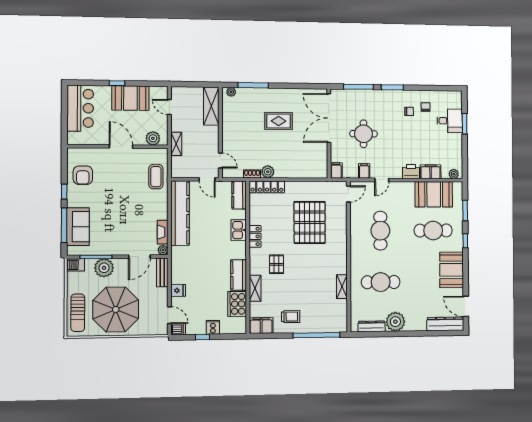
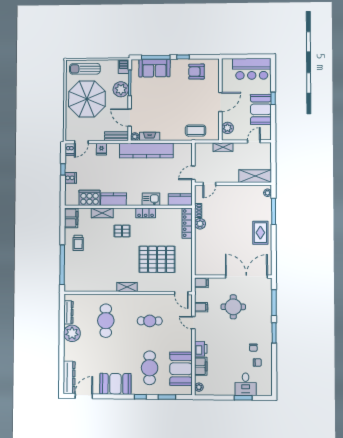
rug: (279, 121) -> (260, 233), moved
kitchen counter: (180, 213) -> (146, 151), moved
cafe table: (380, 231) -> (150, 321), width x0.73, depth x0.74
shelving: (342, 287) -> (127, 287), moved

